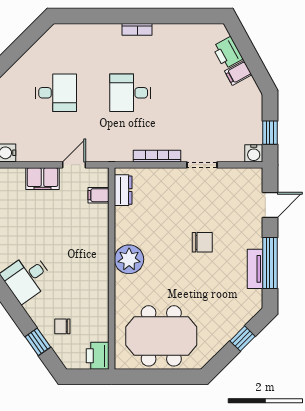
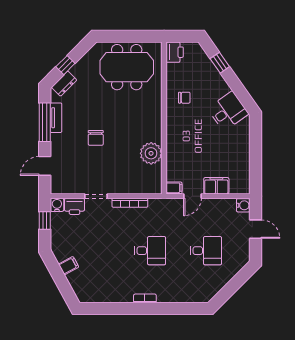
printer: (228, 53) -> (75, 206), moved, turned 119
desk: (56, 93) -> (206, 251), turned 180
dresser: (123, 190) -> (64, 84), moved, turned -135
filing cabinet: (98, 195) -> (174, 188), moved
chair: (202, 242) -> (96, 138), turned -90
plant: (129, 259) -> (151, 153), moved
chair: (62, 326) -> (184, 98), moved

